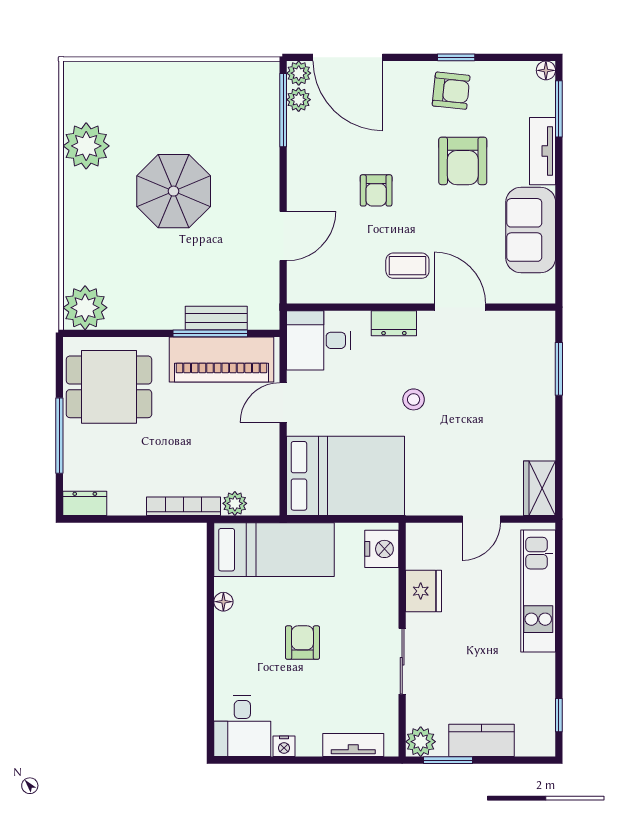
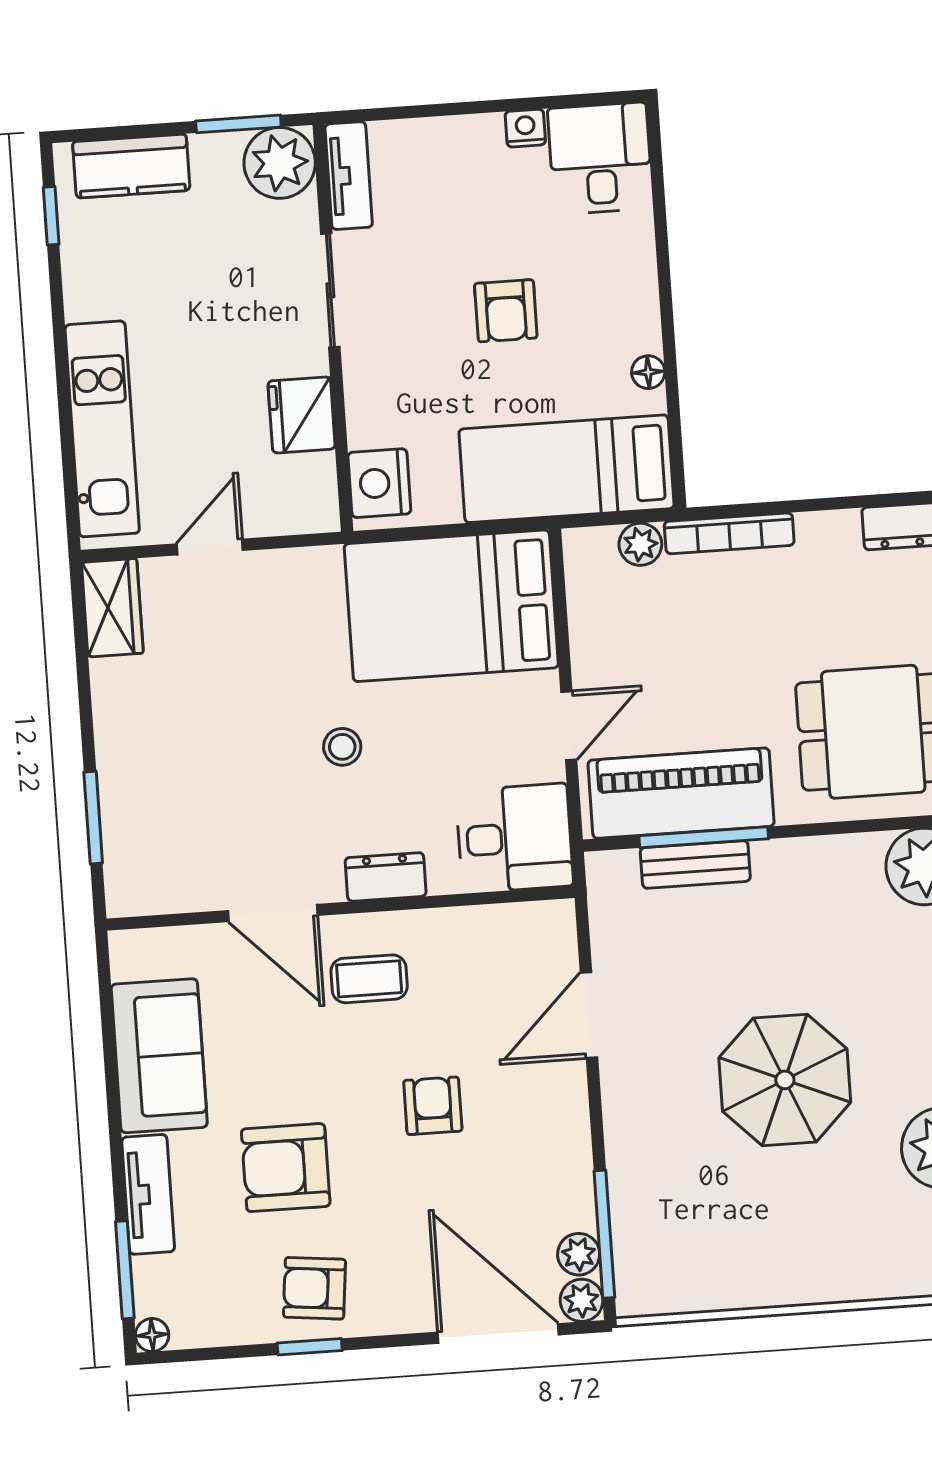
armchair: (463, 161) -> (286, 1168), turned -90
kitchen counter: (481, 740) -> (131, 166), moved
plant: (421, 742) -> (280, 163), width x1.36, depth x1.36
tv unit: (353, 745) -> (349, 176), moved, turned -90

